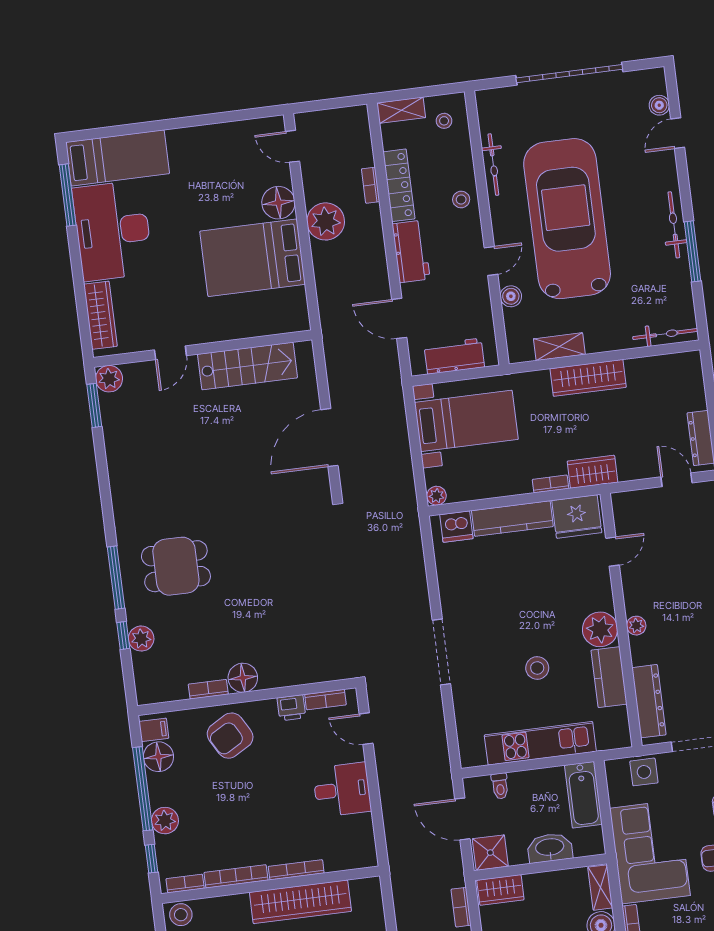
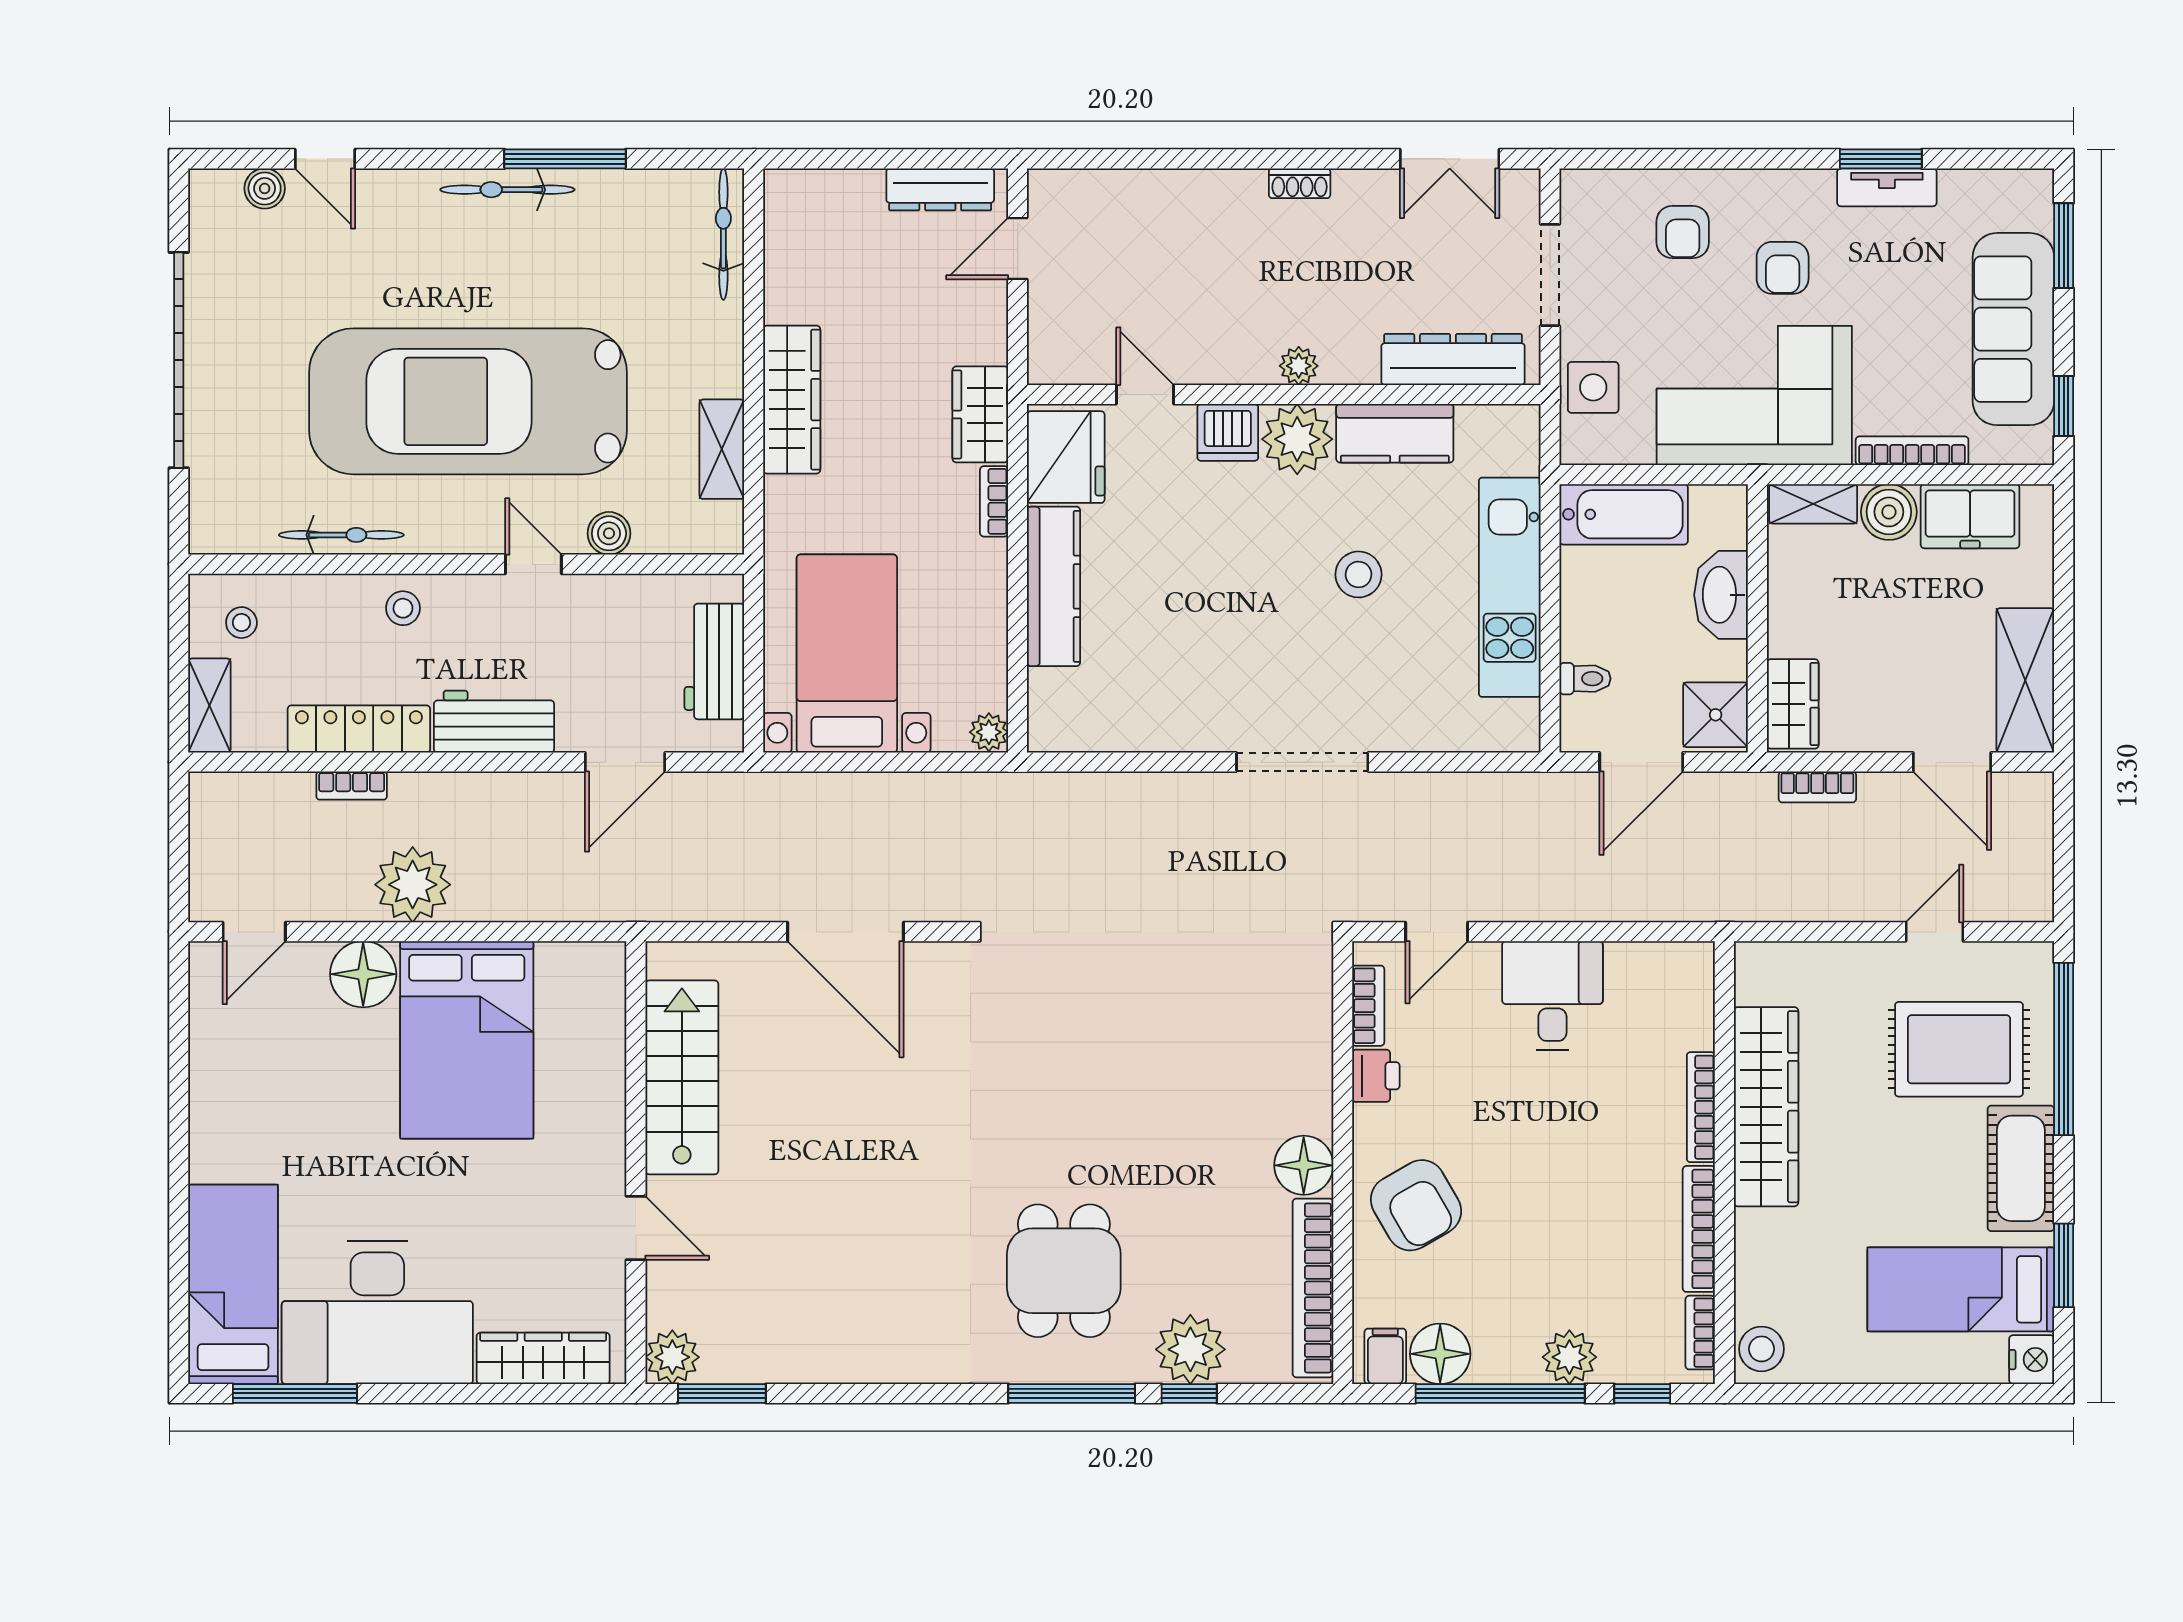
dishwasher: (456, 527) -> (1228, 432), moved, turned 90
plant: (141, 639) -> (1190, 1349), width x1.36, depth x1.36
bookcase: (208, 689) -> (1313, 1288), width x2.31, depth x1.31

